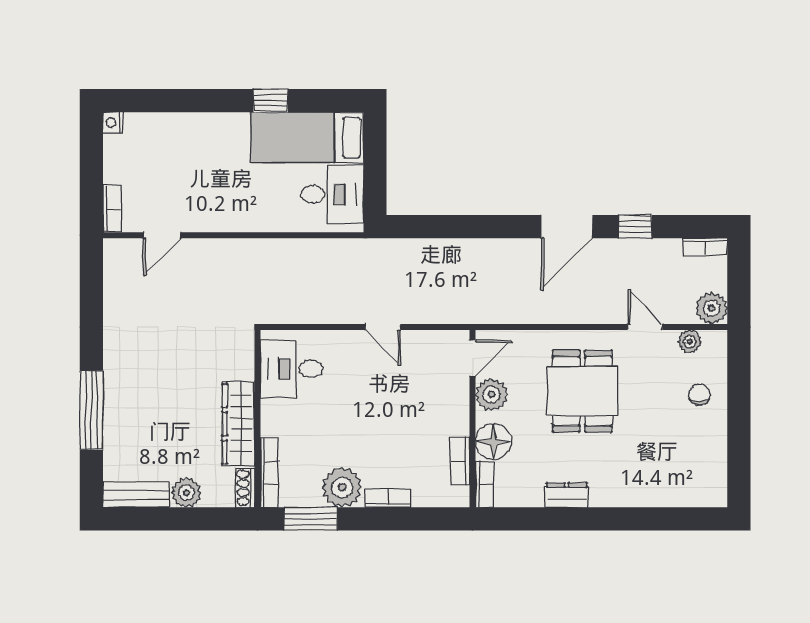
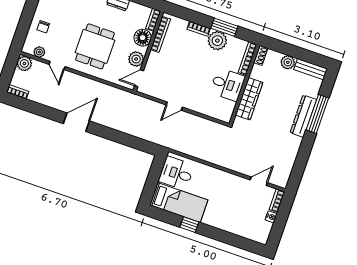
nightstand: (113, 123) -> (271, 217), moved
window: (635, 227) -> (46, 112), removed
door: (383, 327) -> (174, 106), swing flipped
desk: (291, 369) -> (227, 84), moved
dresser: (118, 396) -> (303, 116), added
wardrobe: (238, 424) -> (249, 99), moved
bookcase: (460, 461) -> (160, 34), width x1.56
window: (311, 519) -> (224, 27), moved

